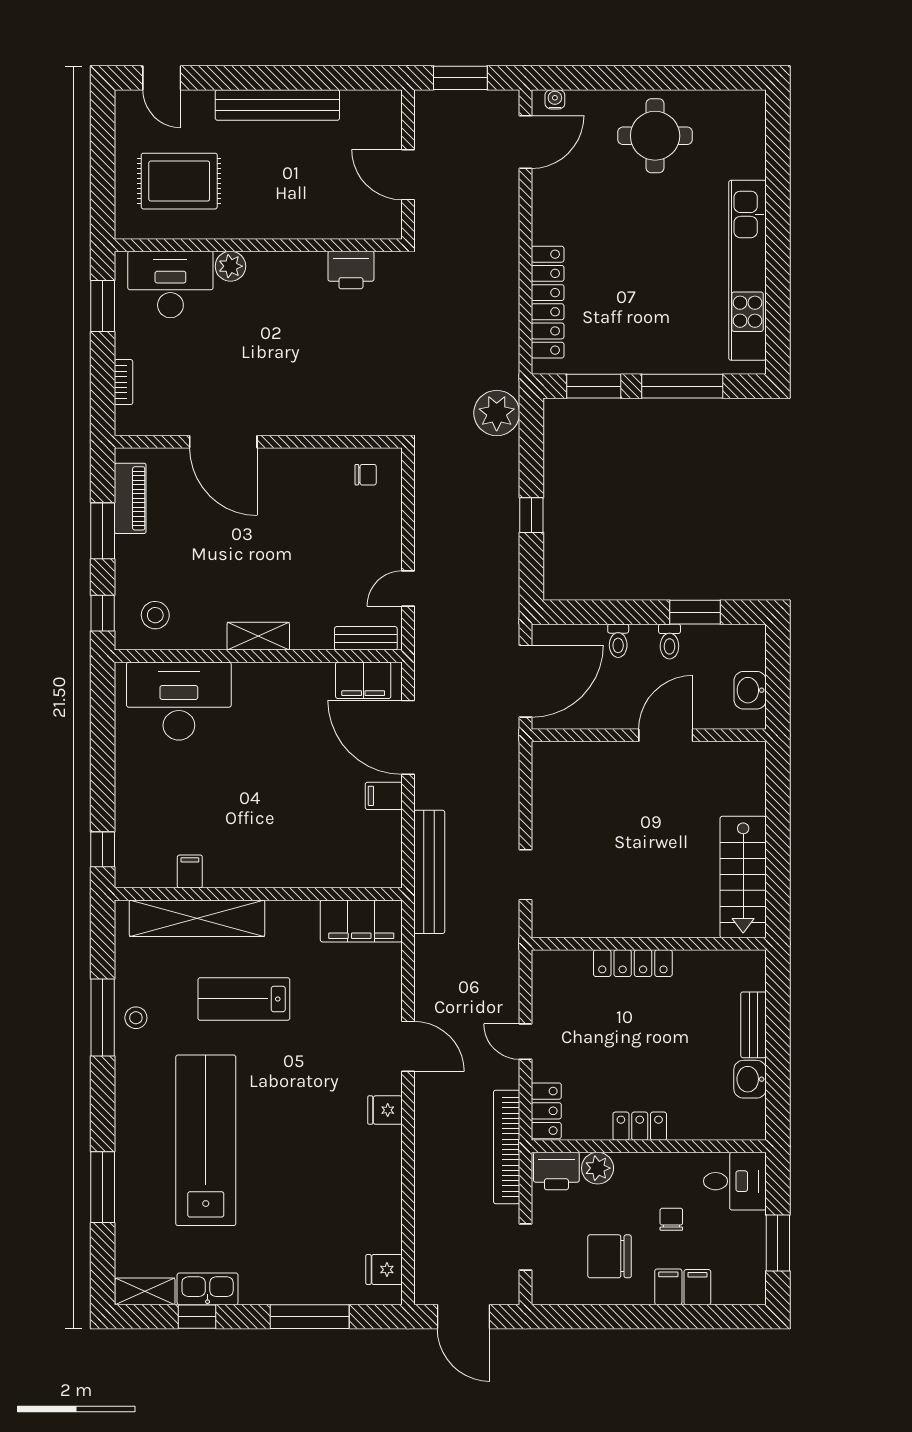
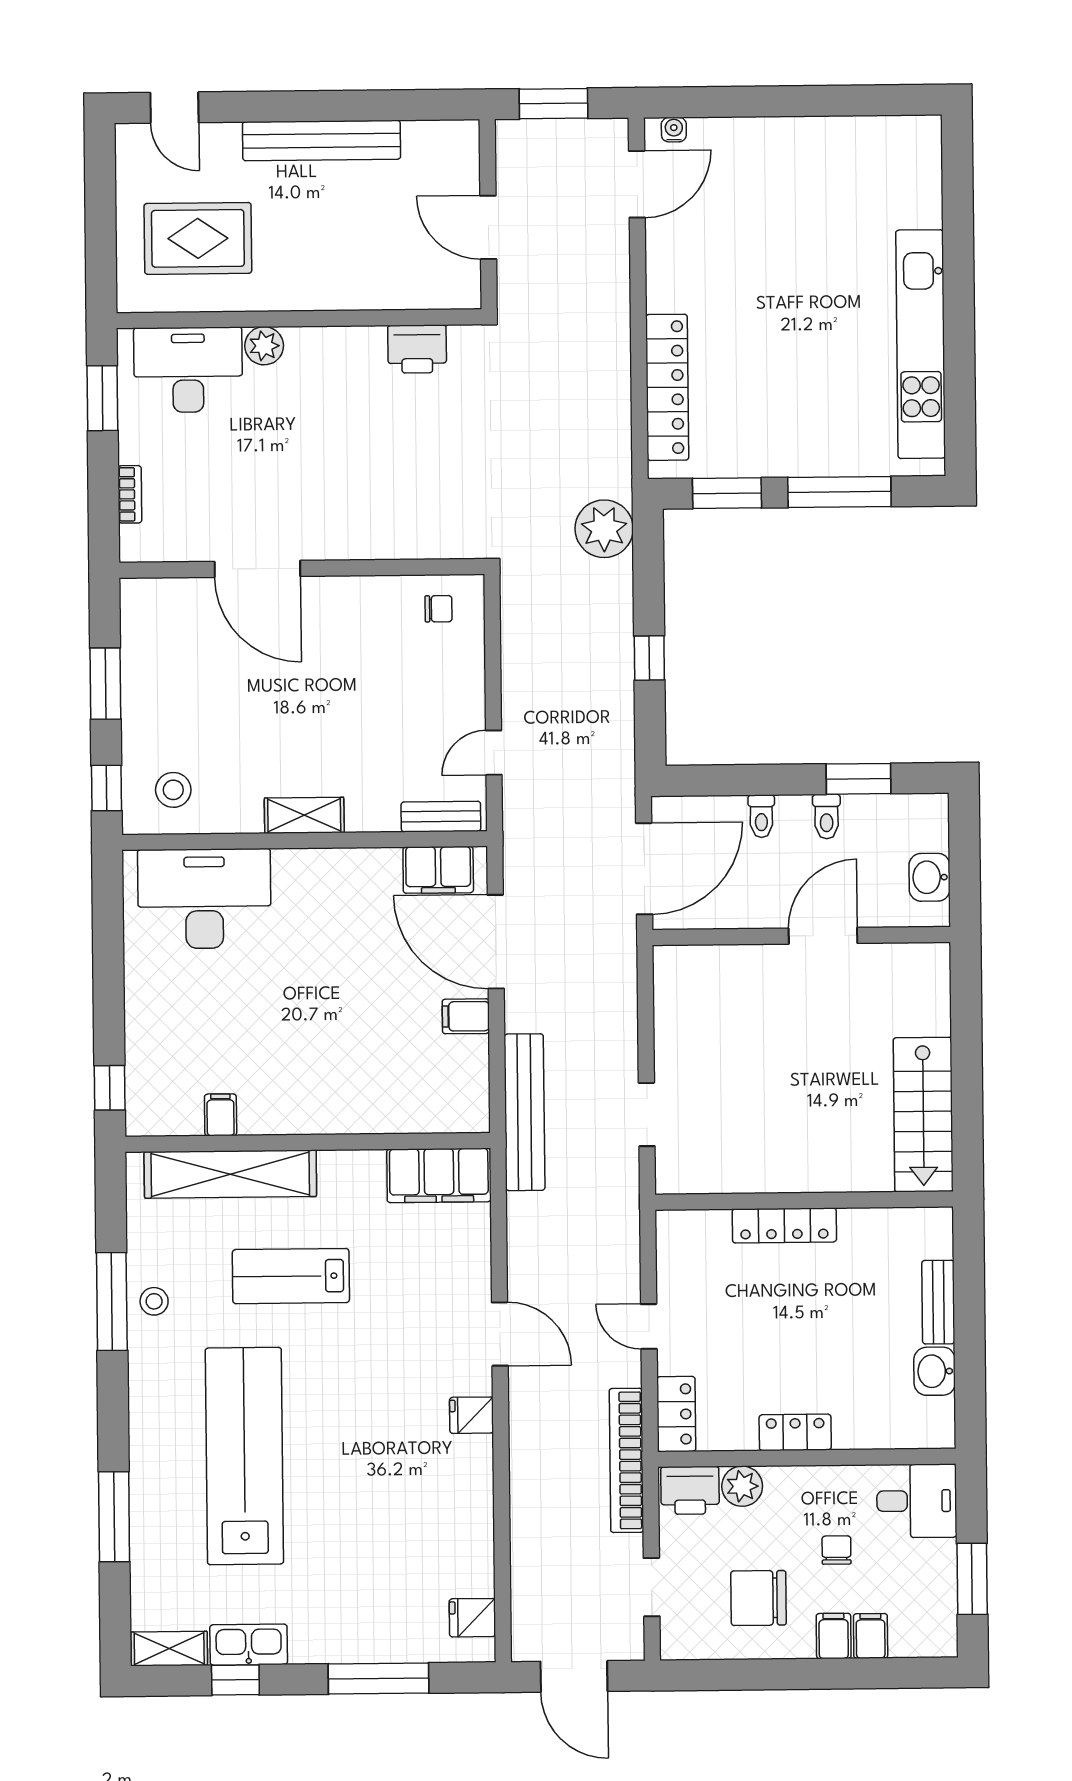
round table: (655, 136) -> (801, 175), removed
piano: (130, 498) -> (140, 642), removed

